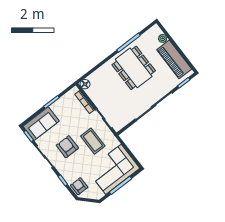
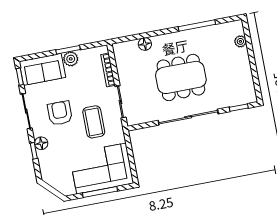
piano: (174, 59) -> (241, 74), removed
dining table: (134, 68) -> (181, 77), moved, turned 90
floor lamp: (85, 84) -> (145, 44), moved
plant: (56, 107) -> (71, 59), added
floor lamp: (65, 173) -> (41, 143), added
armchair: (79, 186) -> (50, 168), removed

